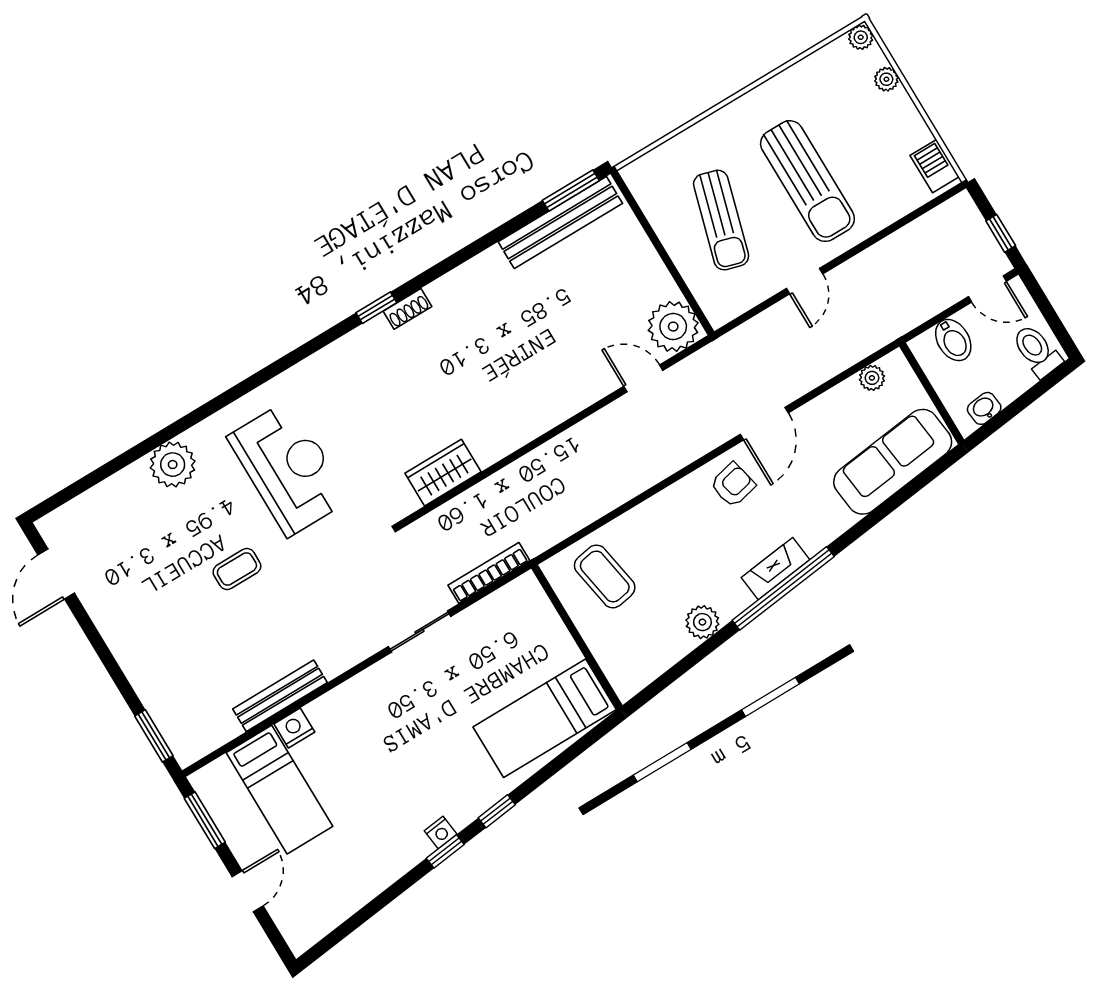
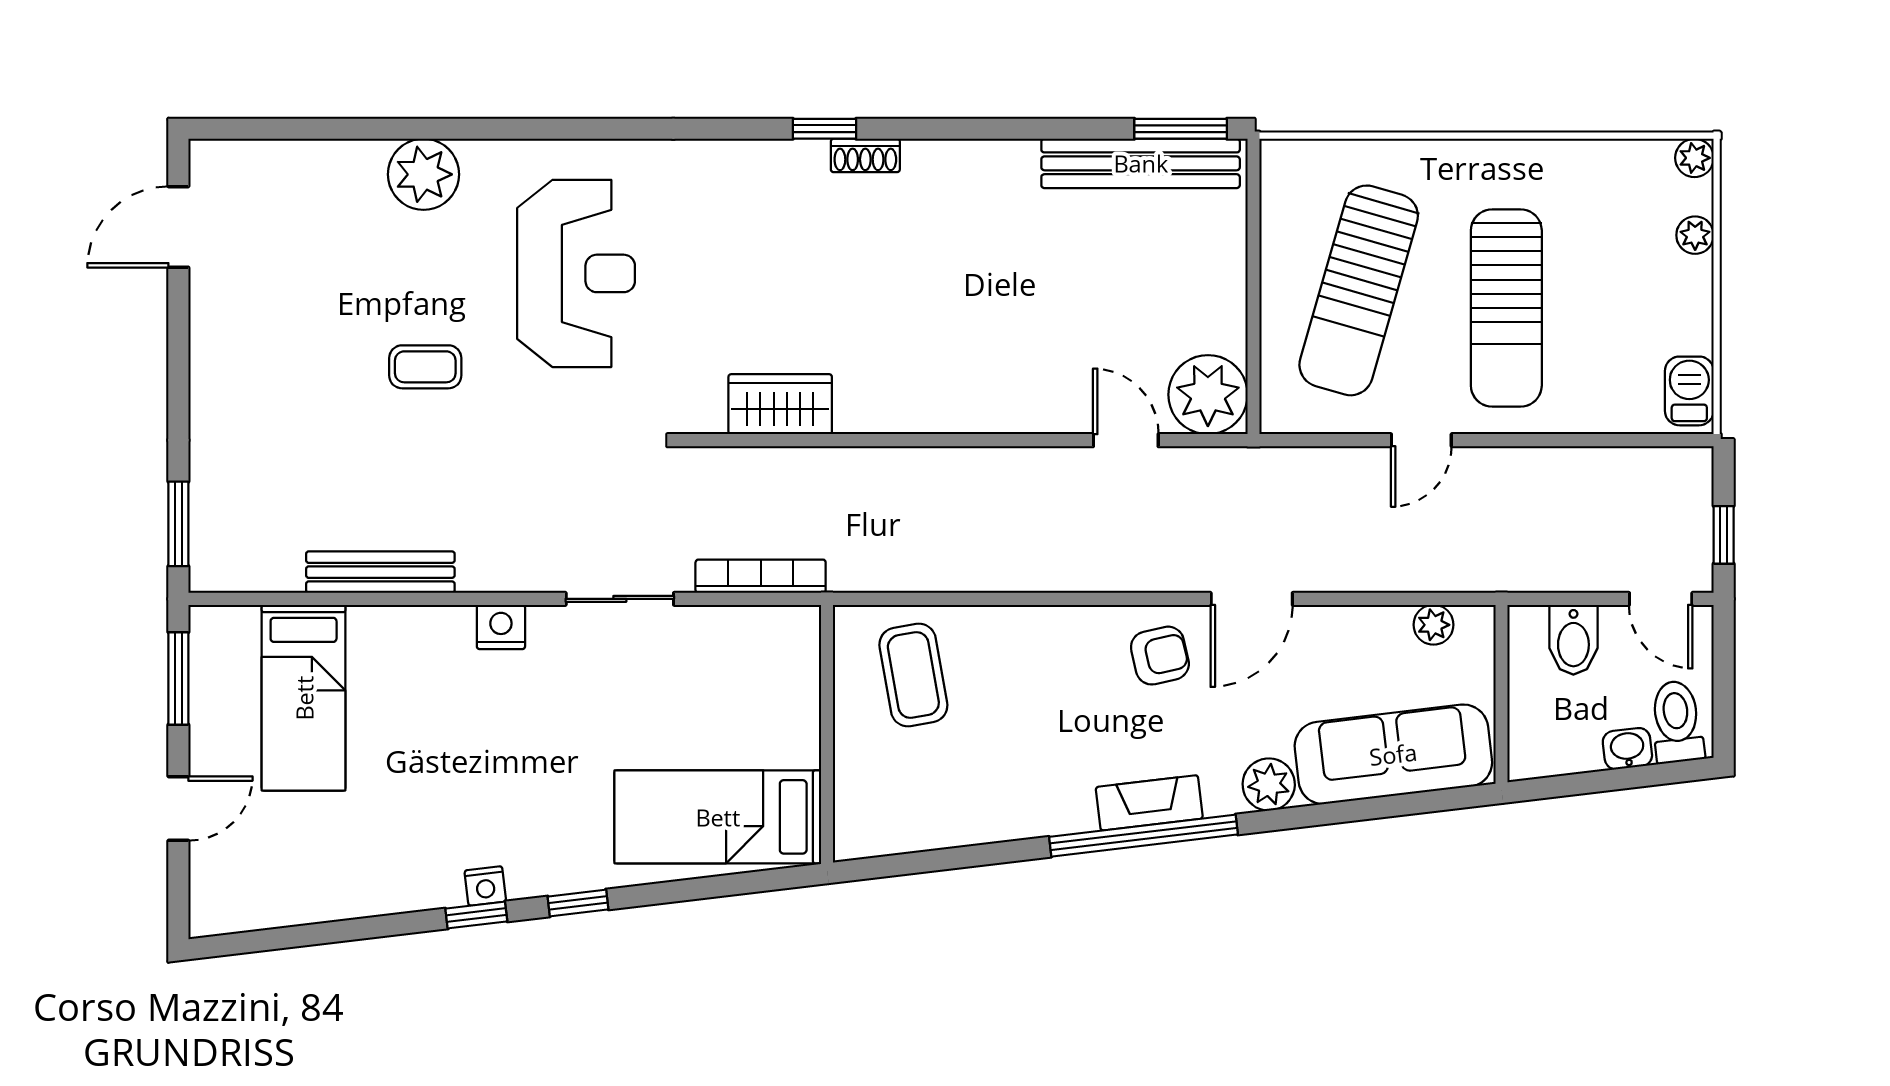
sun lounger: (721, 220) -> (1359, 290), width x1.36, depth x1.34
washbasin: (984, 408) -> (1627, 749), moved
plant: (702, 622) -> (1269, 784), moved
nightstand: (294, 728) -> (501, 627), moved

